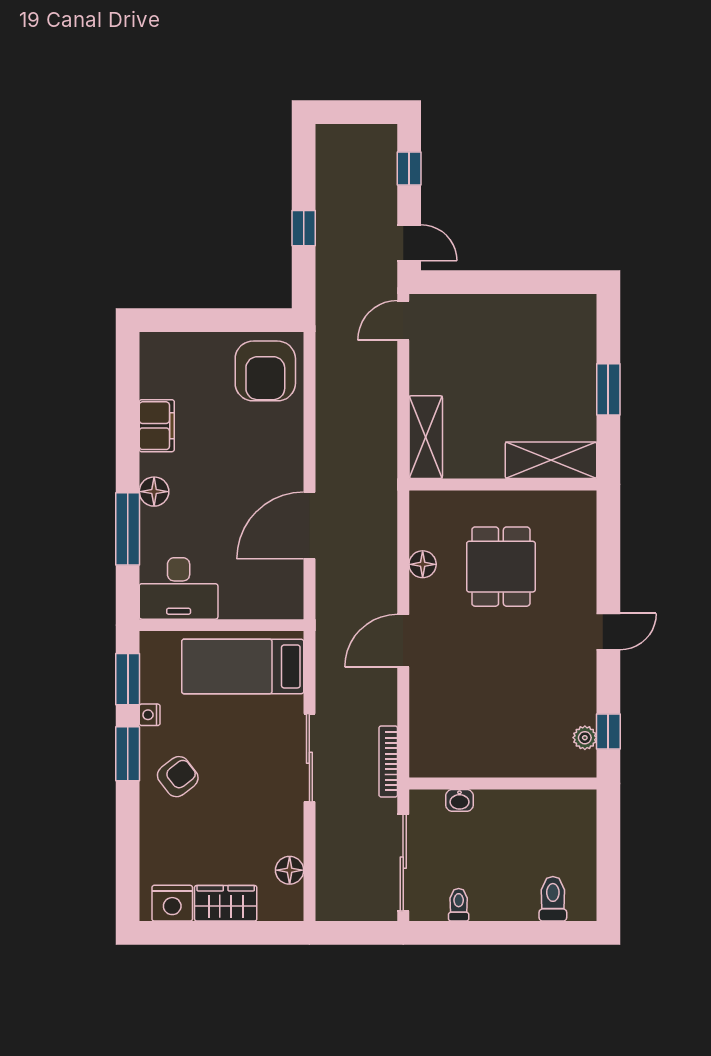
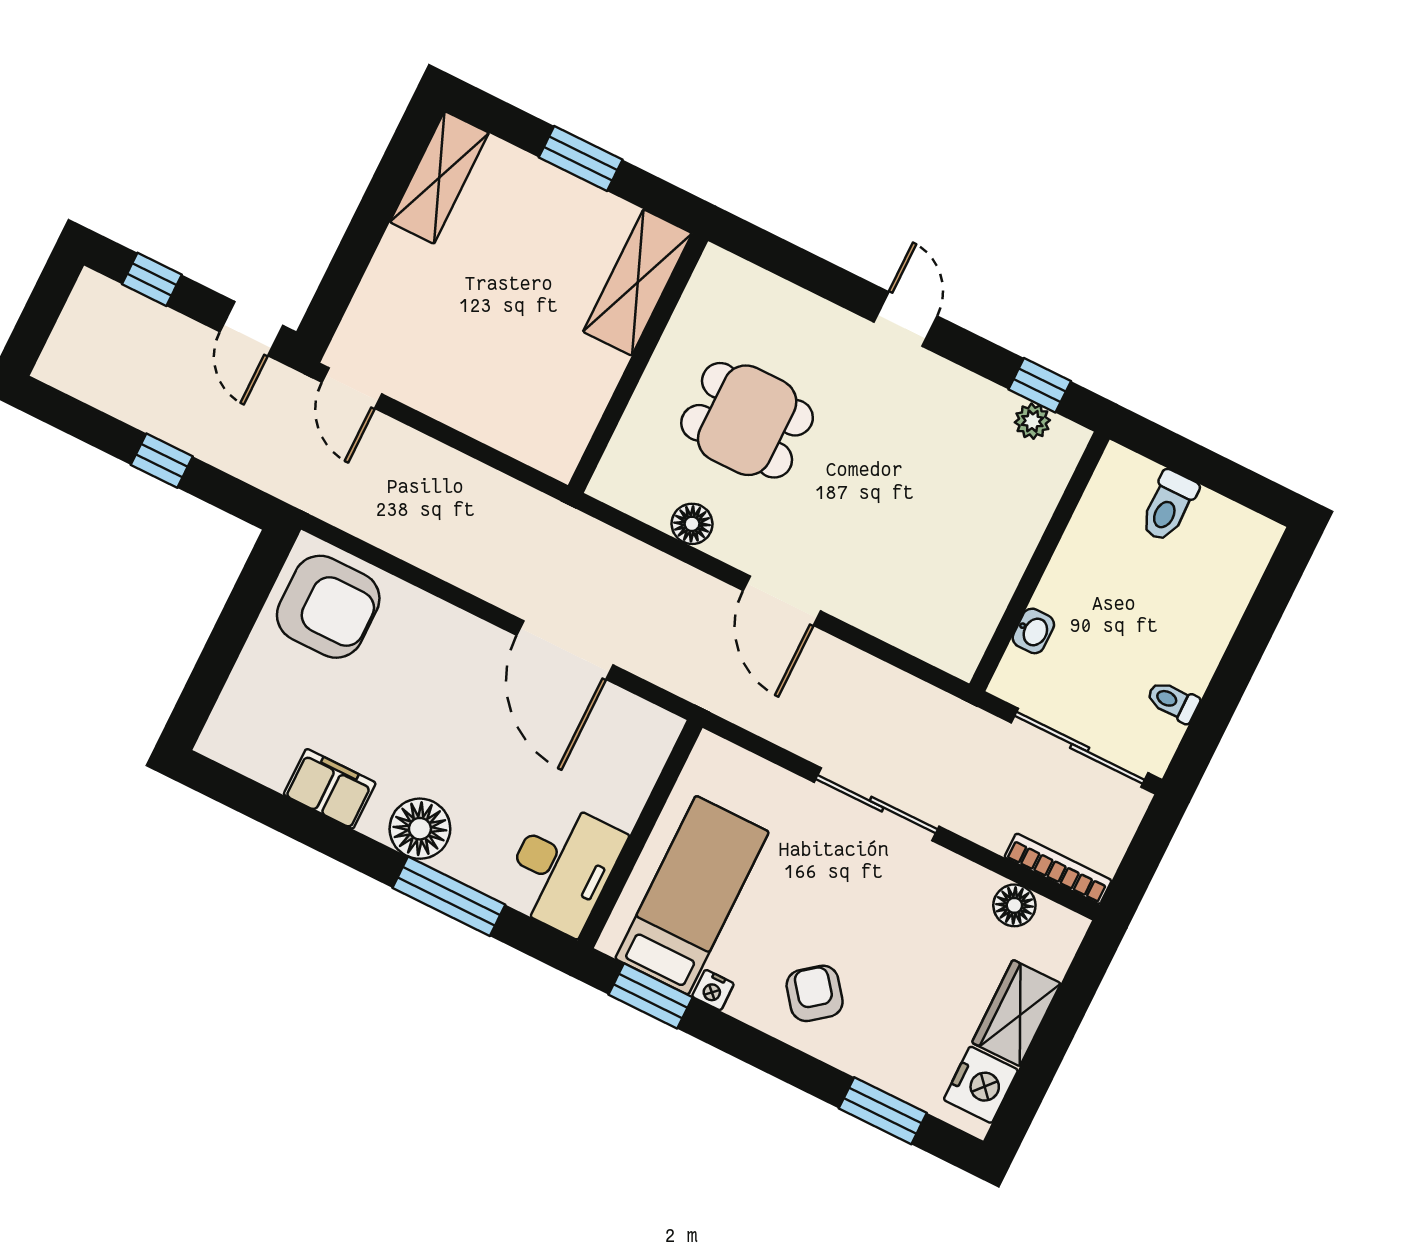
door: (409, 243) -> (251, 329), swing flipped
shelving: (426, 437) -> (439, 177), moved, turned 90
floor lamp: (154, 492) -> (420, 829), width x1.38, depth x1.38
bed: (243, 666) -> (692, 895), moved, turned 180
window: (128, 754) -> (883, 1111), moved
bookcase: (388, 761) -> (1058, 869), moved, turned 180
toilet: (553, 899) -> (1168, 506), moved, turned -90

